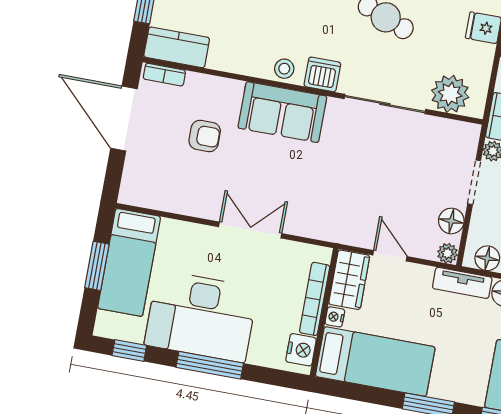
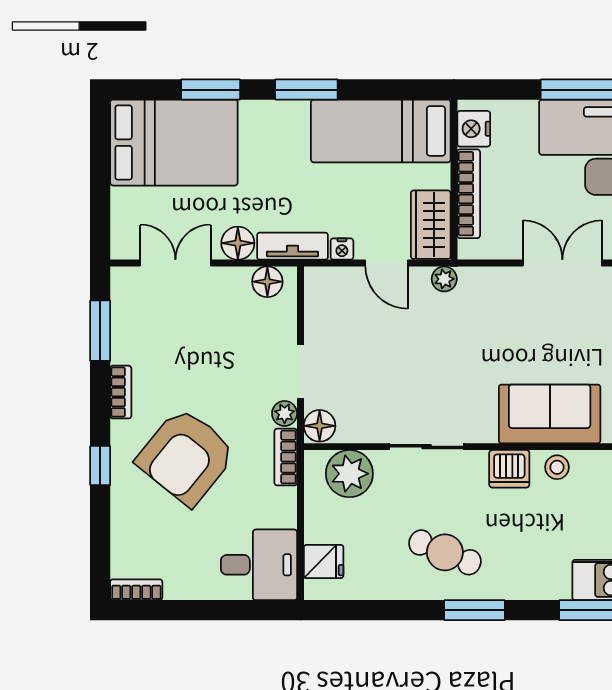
sliding door: (385, 104) -> (427, 447), width x0.73
floor lamp: (451, 221) -> (320, 426), moved
double door: (250, 230) -> (562, 263), swing flipped
plant: (448, 253) -> (444, 279), moved
nightstand: (335, 317) -> (342, 249), moved, turned 90

